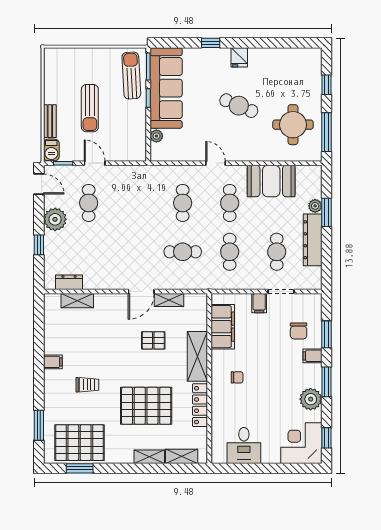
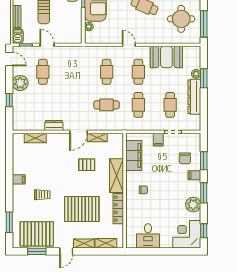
dresser: (69, 282) -> (54, 125), moved
door: (123, 468) -> (66, 251), added

